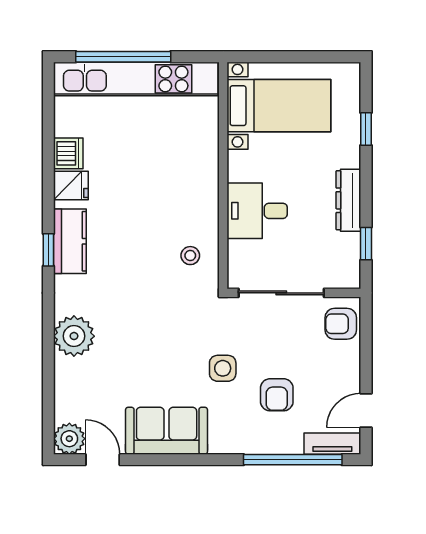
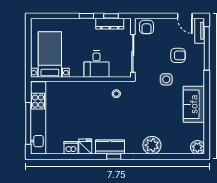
window: (366, 129) -> (86, 16), moved
dresser: (348, 200) -> (110, 24), moved
door: (103, 460) -> (207, 133), removed

